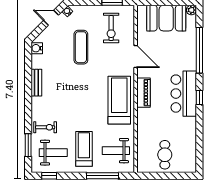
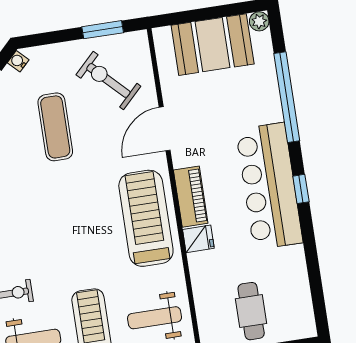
exercise bike: (111, 28) -> (108, 80), turned 135
door: (136, 57) -> (165, 129), swing flipped
bar counter: (184, 94) -> (269, 186), width x1.36
fridge: (144, 114) -> (198, 239), added

